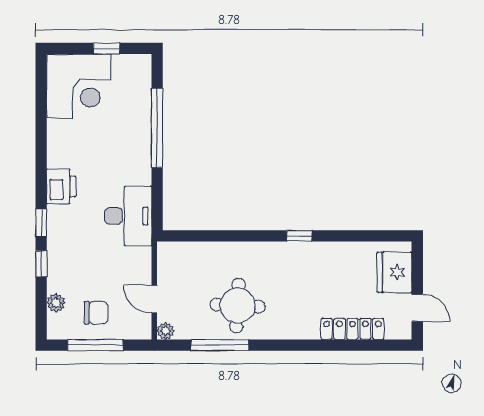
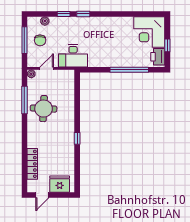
printer: (61, 186) -> (158, 57), moved, turned 90
desk: (128, 216) -> (73, 56), moved

